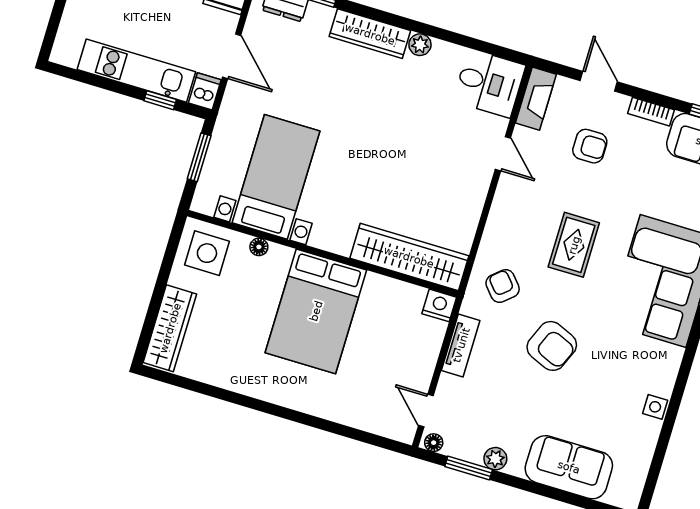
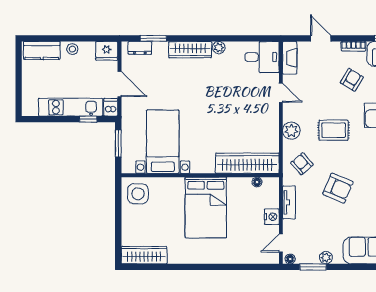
armchair: (590, 146) -> (352, 80), moved, turned -59
plant: (501, 224) -> (291, 131), added
rug: (574, 245) -> (334, 130), turned 90
floor lamp: (259, 247) -> (257, 182), moved
nightstand: (439, 305) -> (272, 217), moved, turned 90
wardrobe: (170, 328) -> (144, 255), moved, turned -90
door: (426, 411) -> (281, 243), hinge flipped

